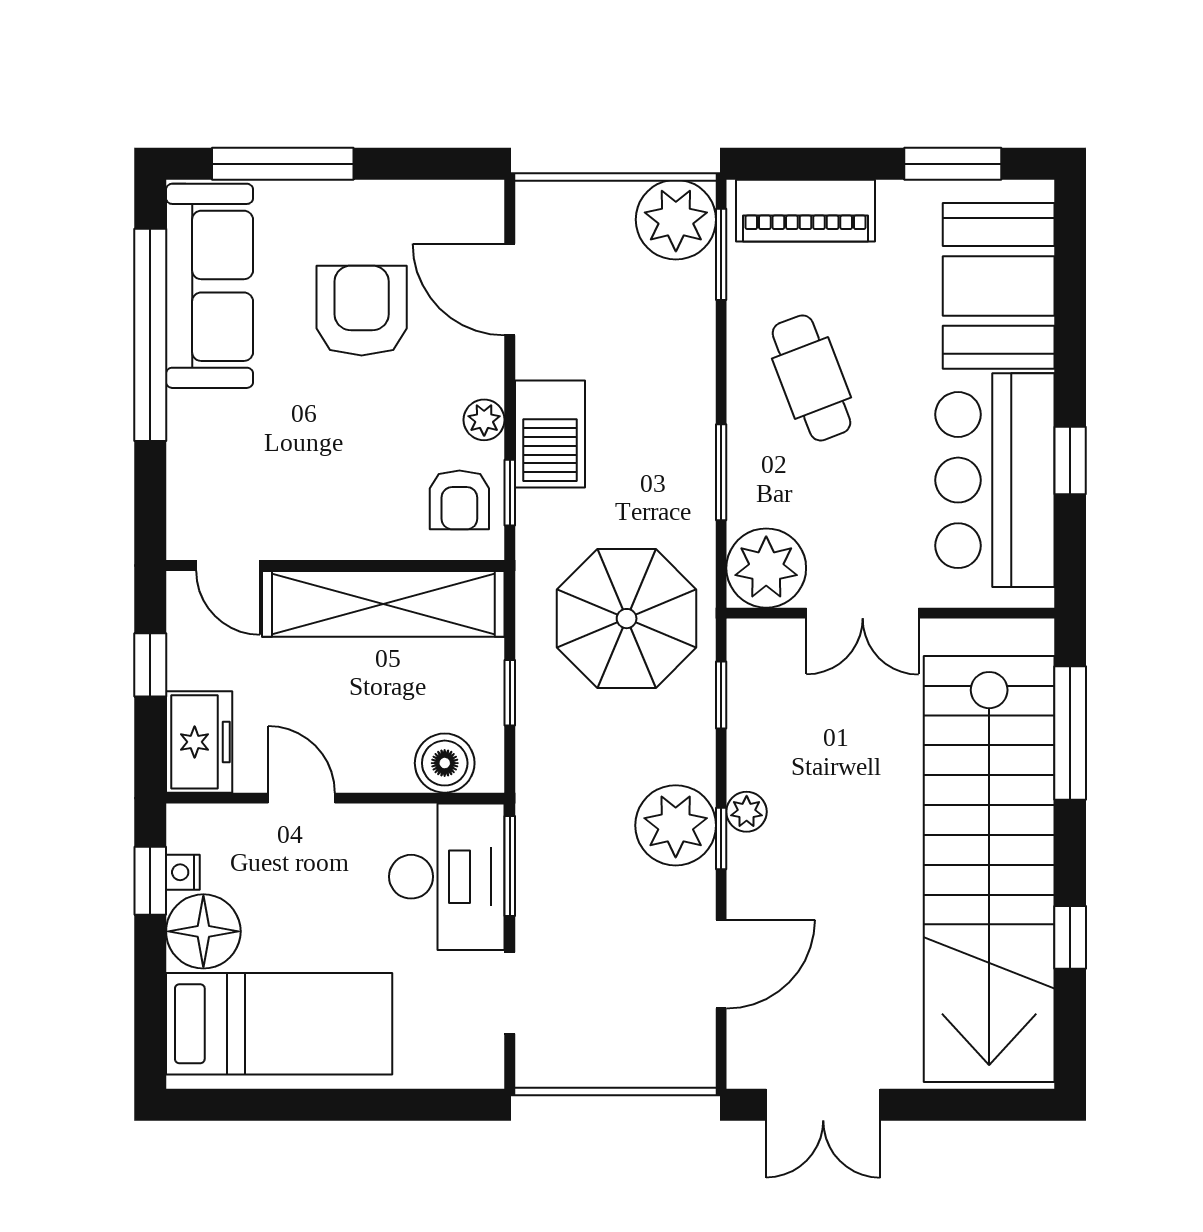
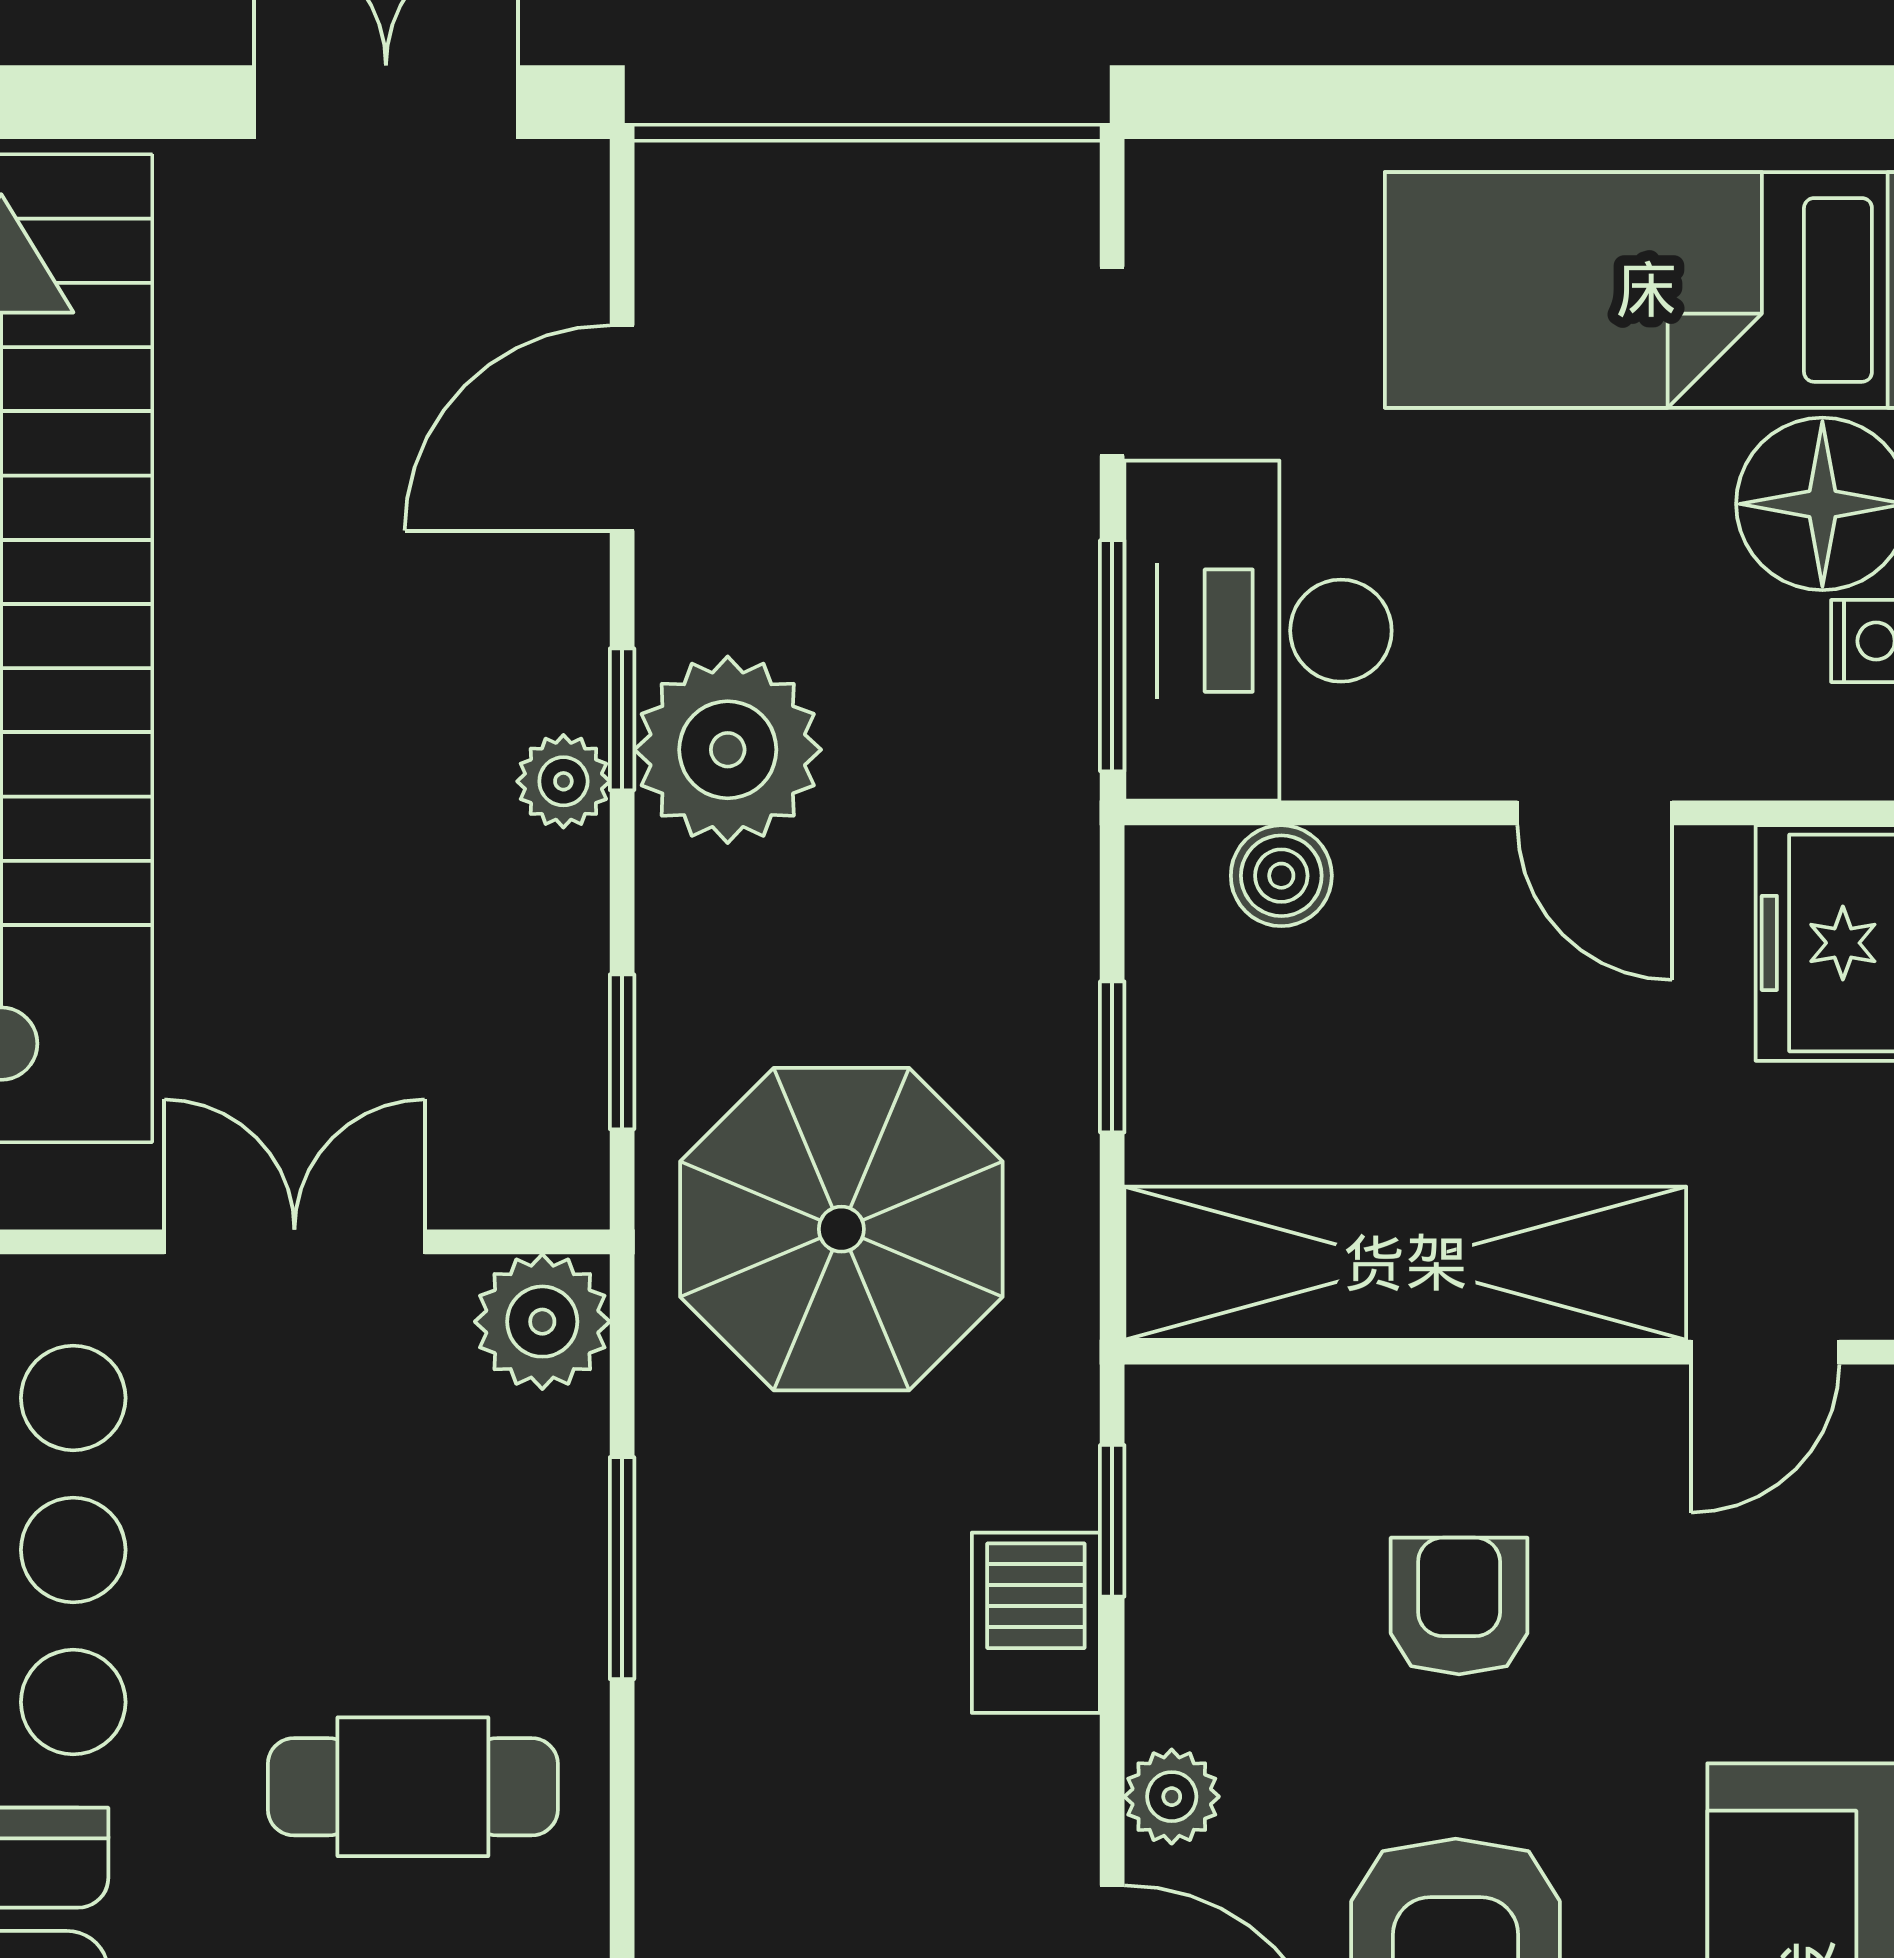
cafe table: (811, 378) -> (413, 1787), turned -69
plant: (484, 420) -> (1172, 1797), moved
barbecue: (550, 434) -> (1036, 1623), width x0.73, depth x0.79
armchair: (459, 500) -> (1459, 1606), moved
door: (228, 565) -> (1765, 1352), swing flipped
plant: (766, 568) -> (542, 1322), width x0.73, depth x0.73
boiler: (445, 763) -> (1281, 876), width x0.73, depth x0.73

